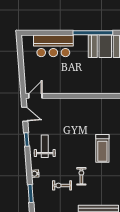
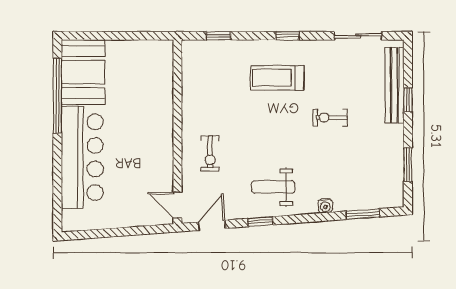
bar counter: (53, 46) -> (82, 157), width x1.36
treadmill: (102, 148) -> (277, 78), turned 180
exercise bike: (62, 185) -> (210, 153), moved

